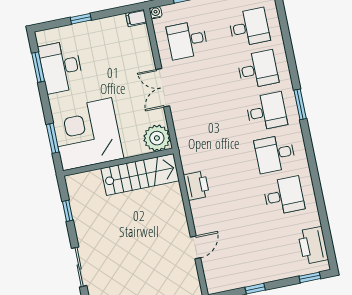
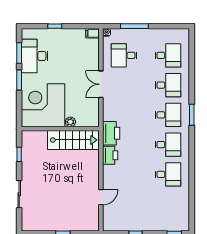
window: (53, 138) -> (19, 80), moved
plant: (157, 138) -> (70, 122), moved, width x0.53, depth x0.53
desk: (275, 154) -> (168, 145), turned 180
printer: (313, 245) -> (111, 133), moved, turned 180

